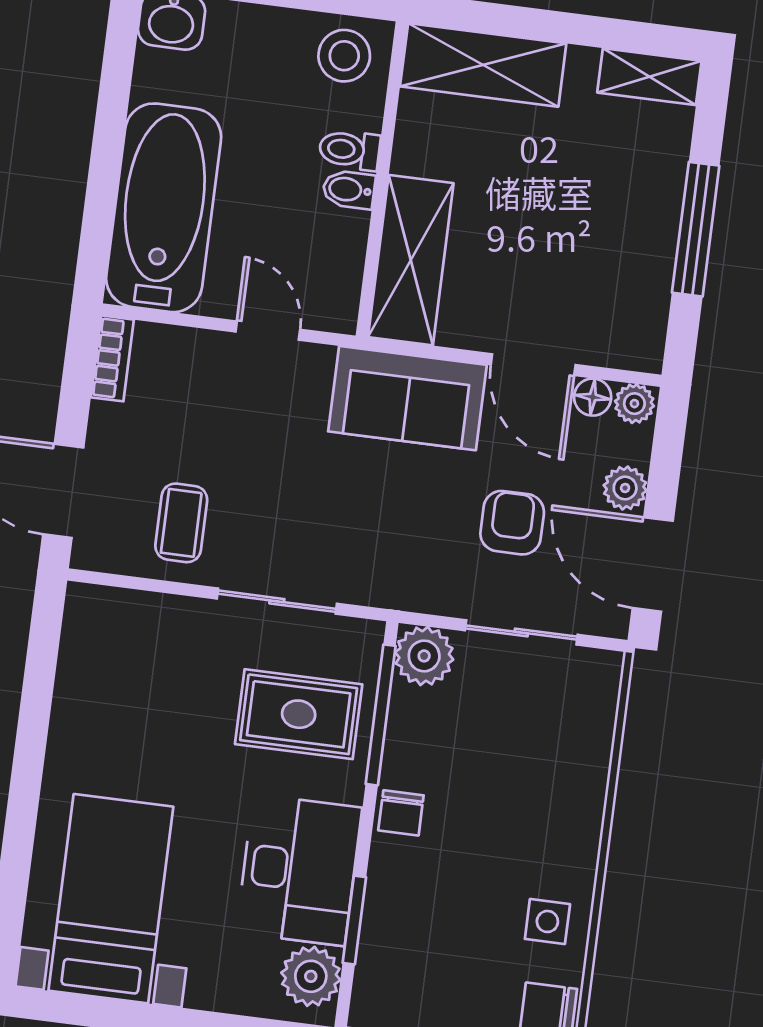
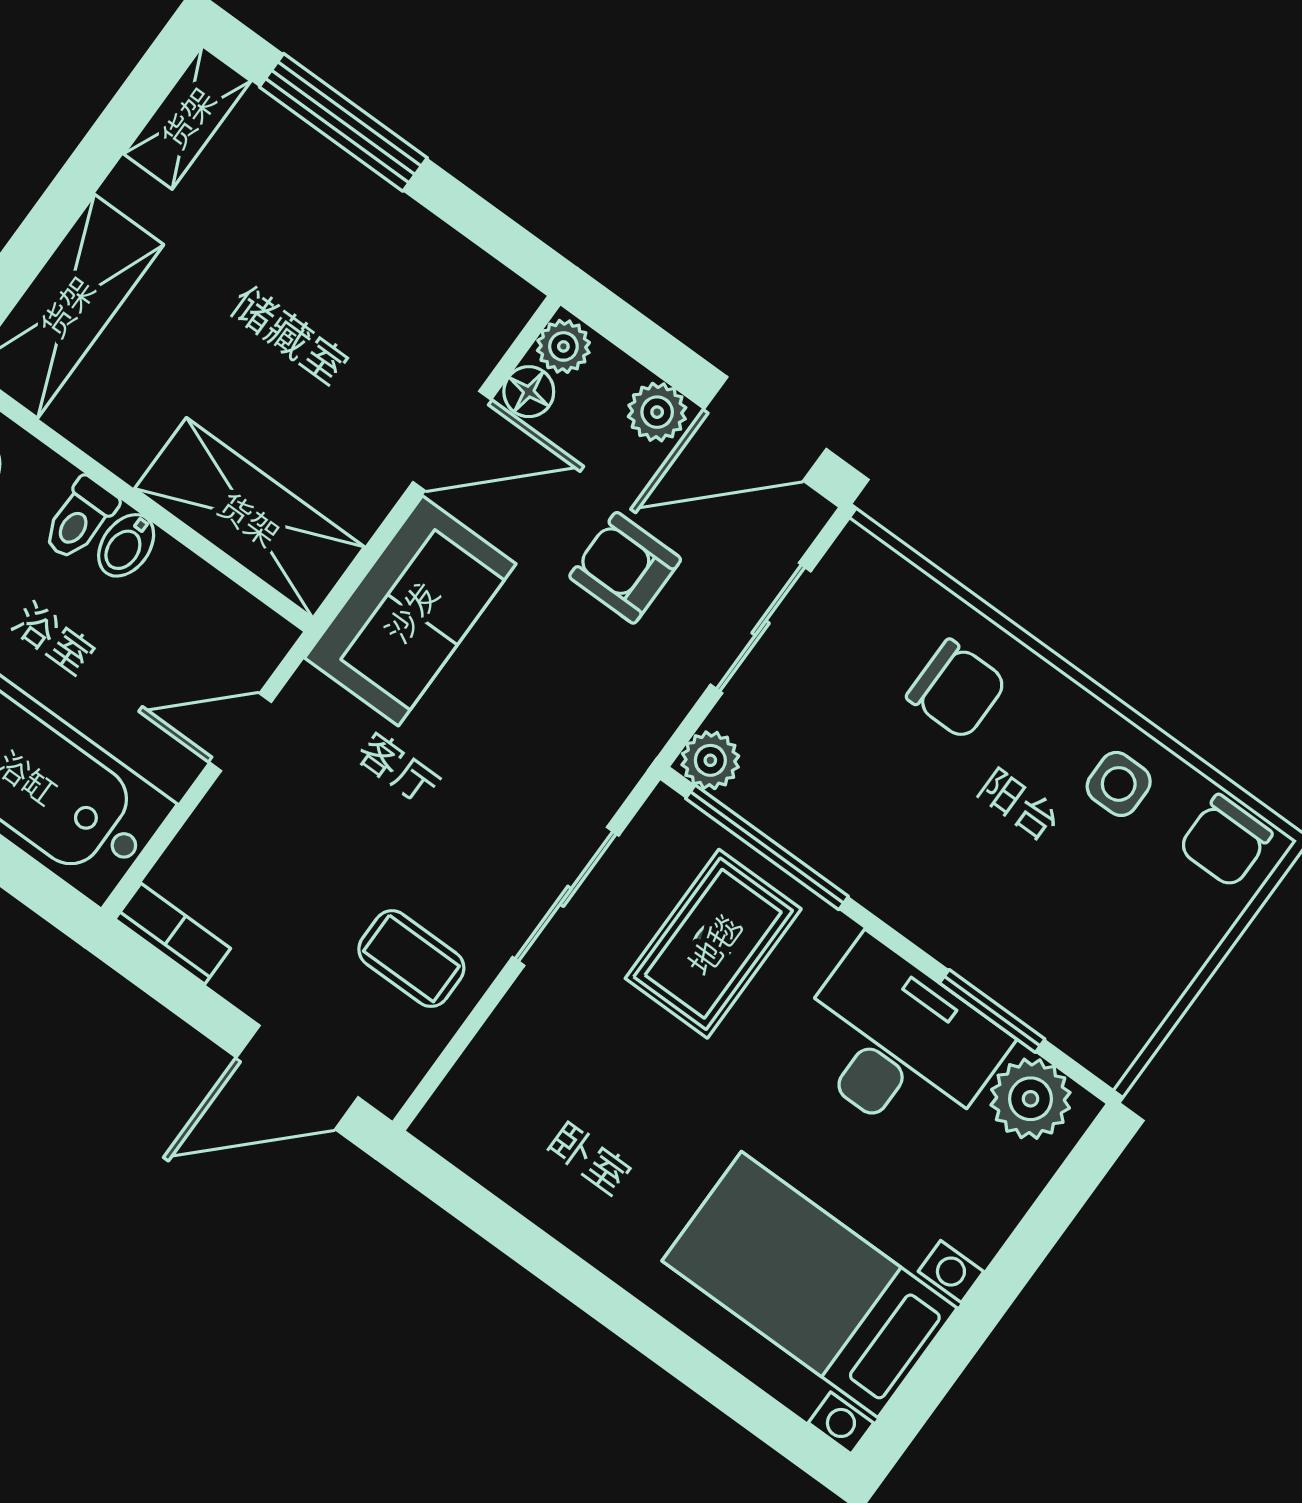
window: (696, 229) -> (343, 122), moved
plant: (424, 656) -> (710, 760), width x0.73, depth x0.73
chair: (401, 813) -> (957, 689), moved, width x1.37, depth x1.37

